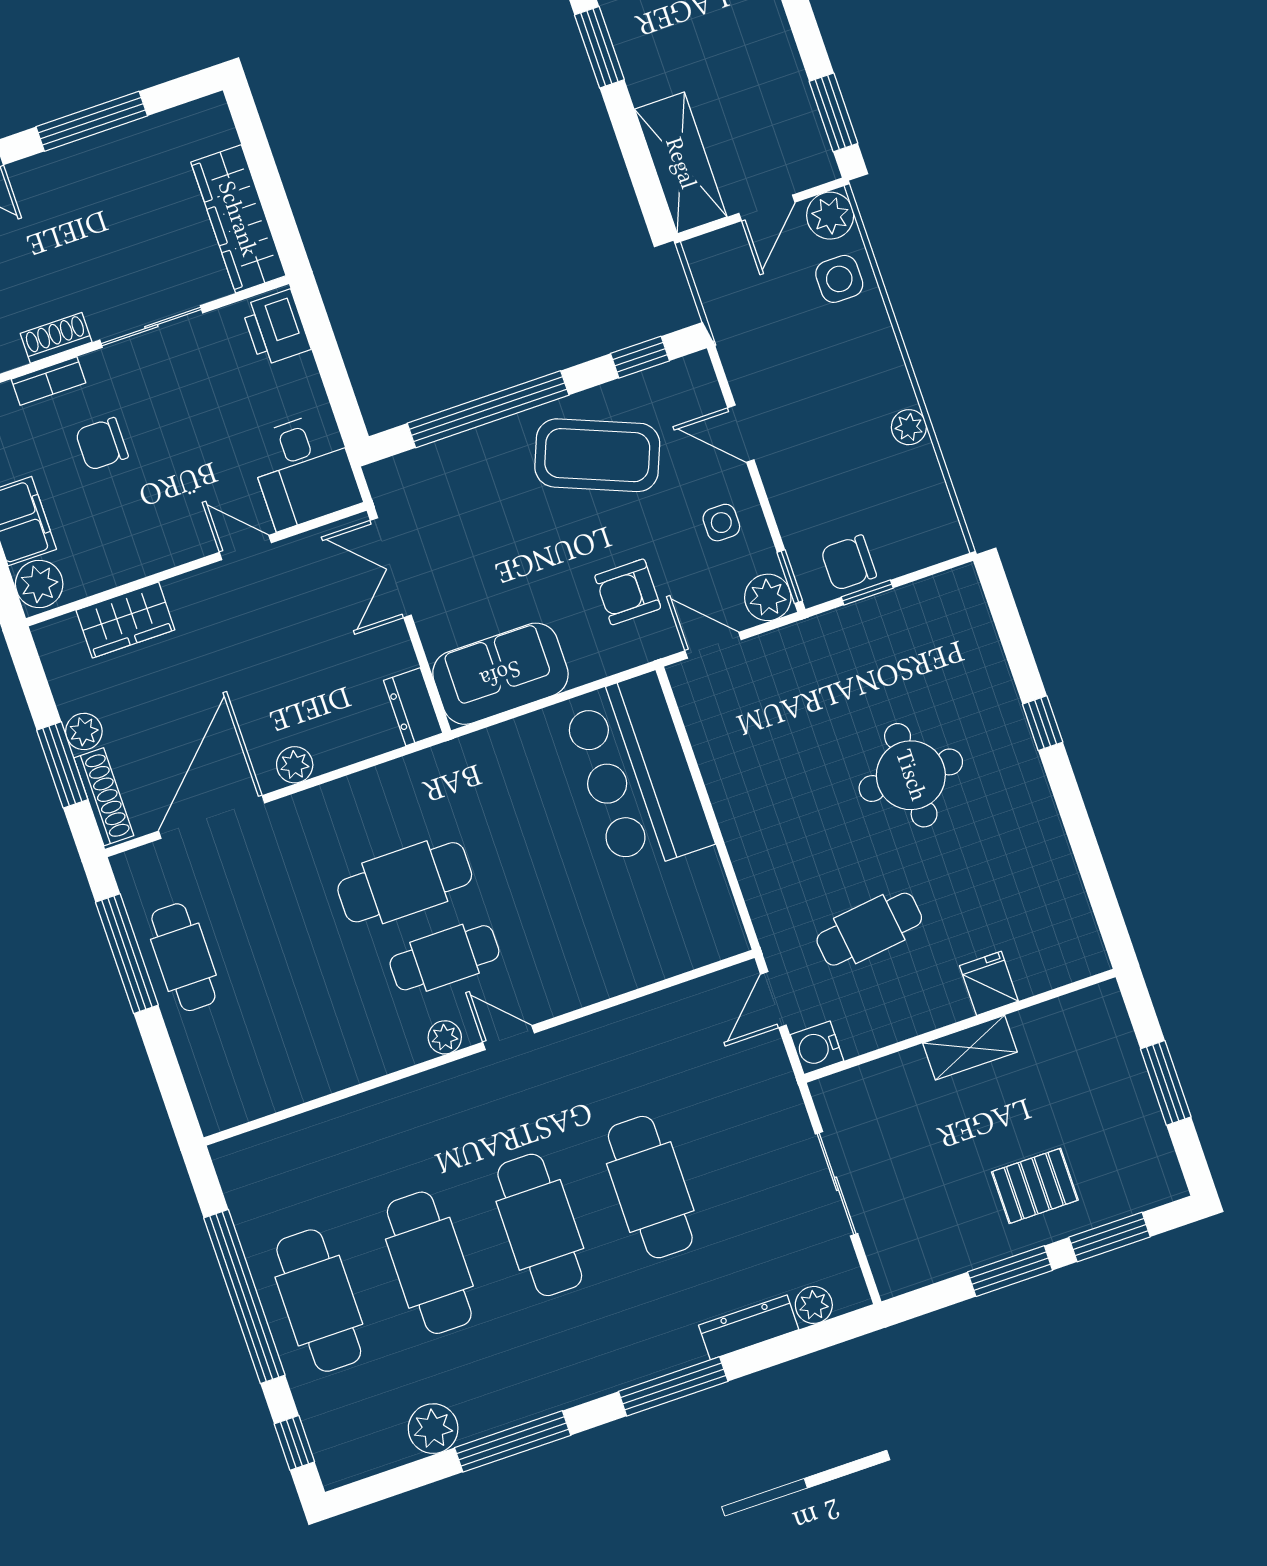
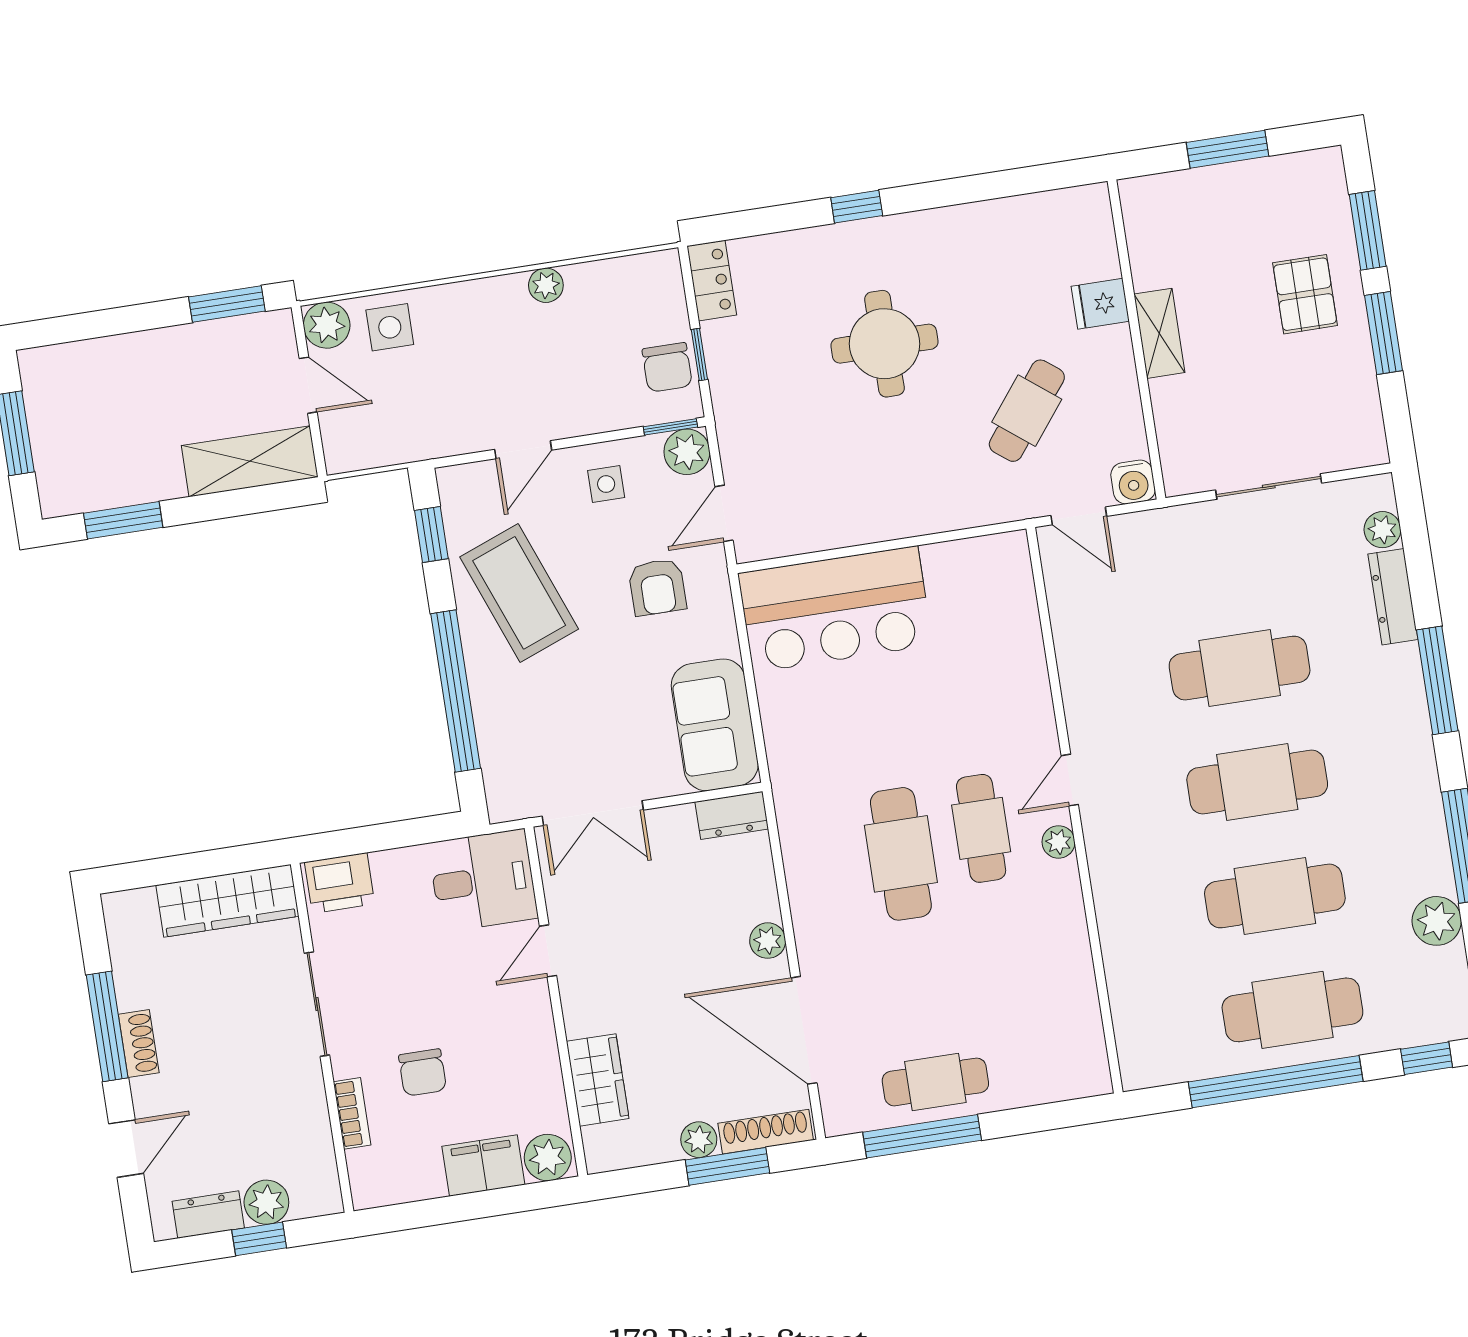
shoe rack: (56, 338) -> (139, 1043), moved, turned 180
coffee table: (597, 455) -> (519, 593), turned -43
locker: (943, 592) -> (712, 281), added
cafe table: (869, 929) -> (1027, 411), turned 45

